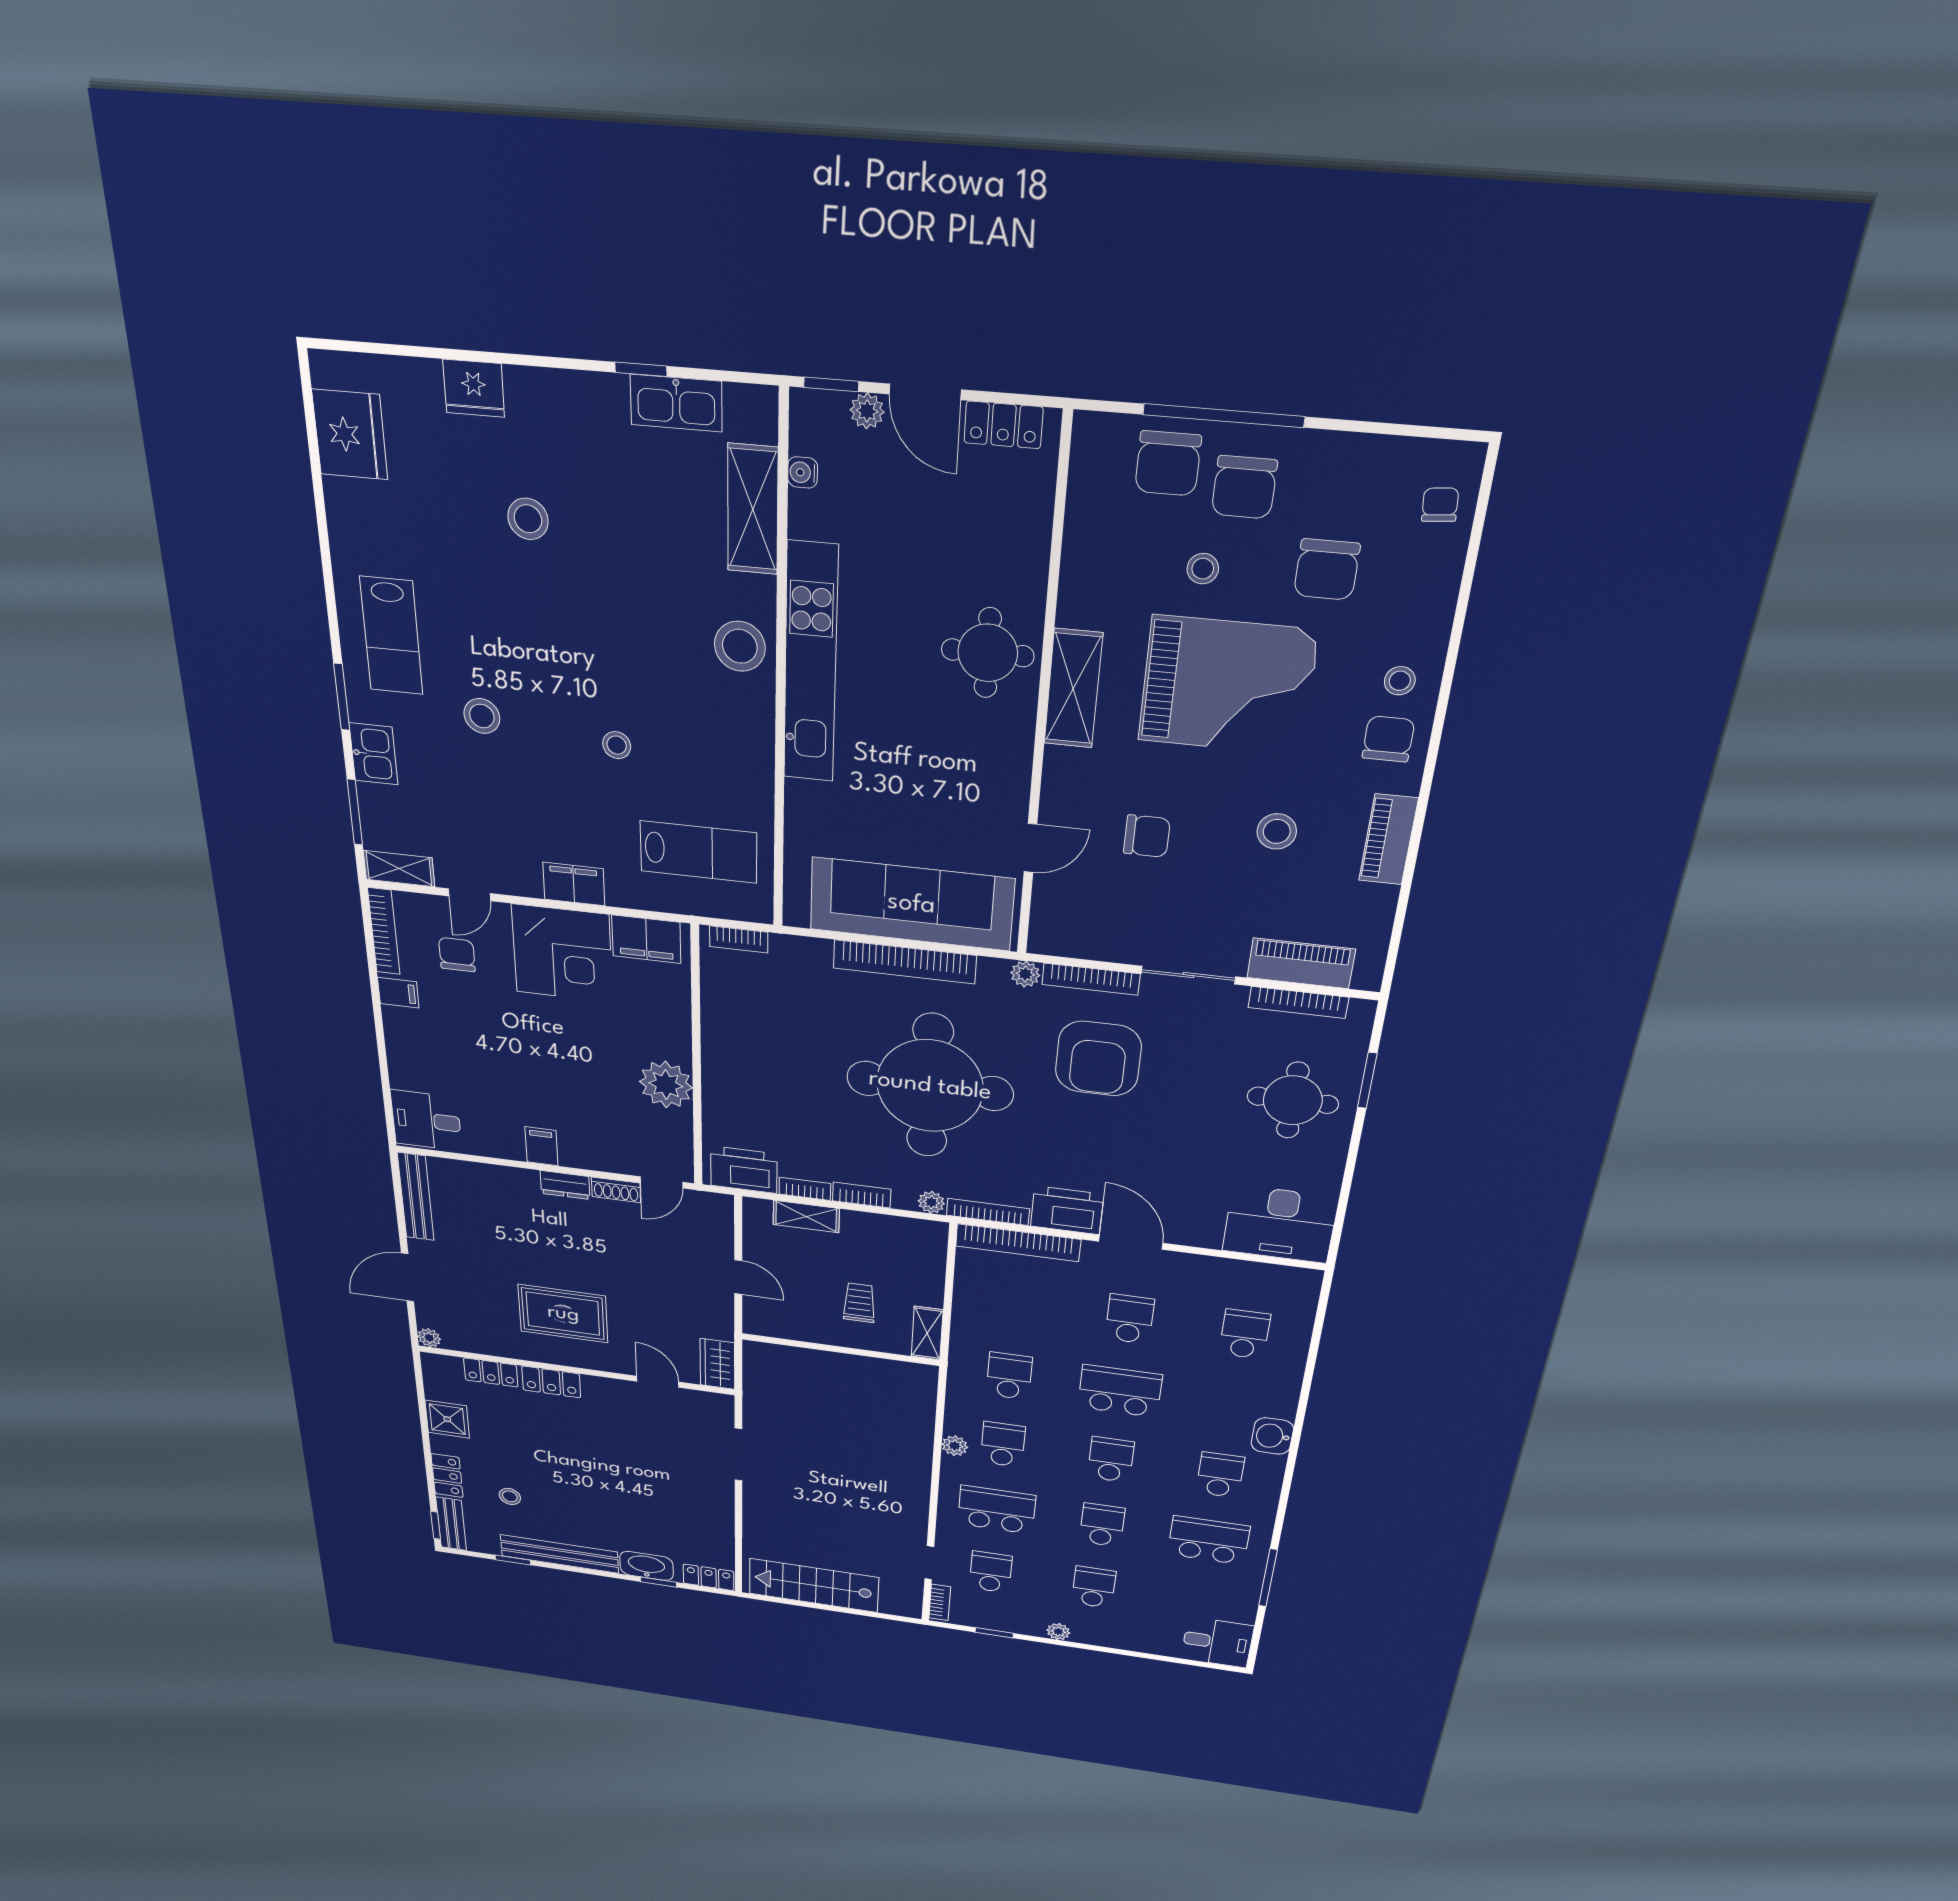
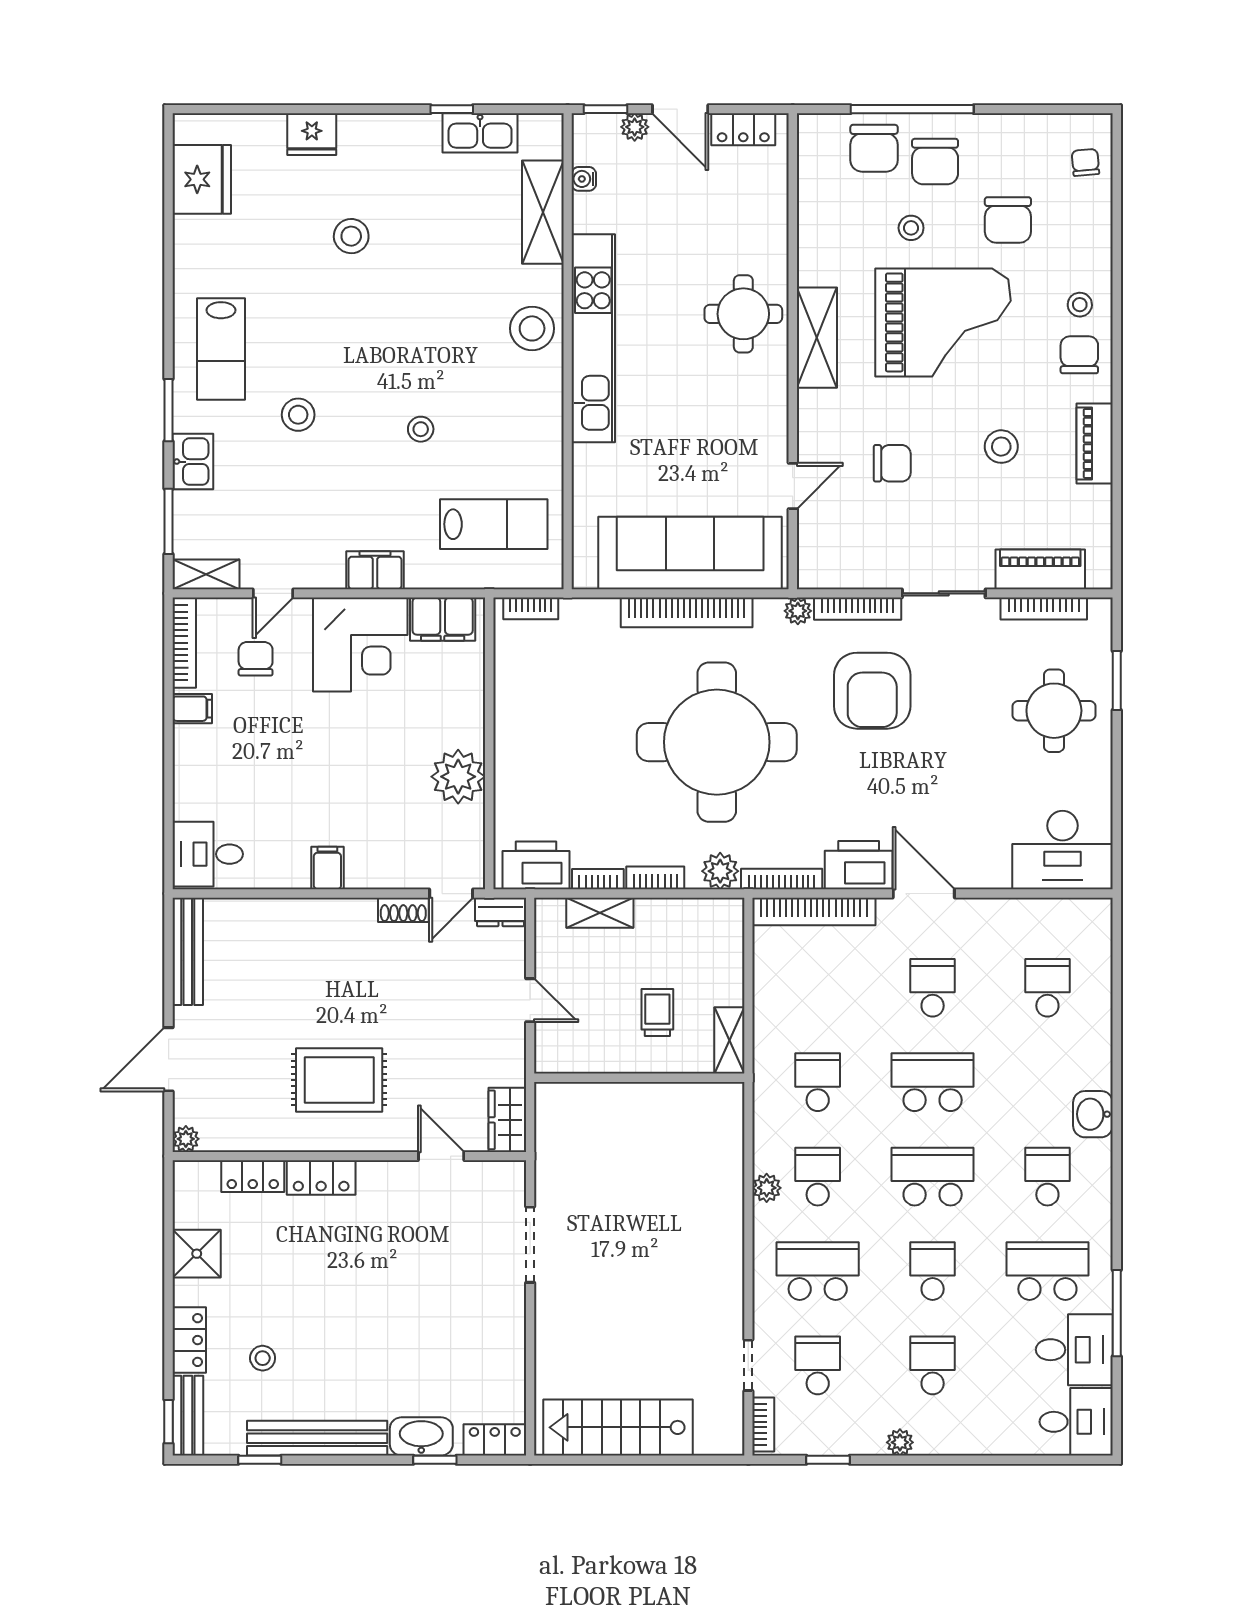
dresser: (565, 1185) -> (501, 912), moved
plant: (931, 1202) -> (720, 871), width x1.38, depth x1.38
school desk: (1111, 1460) -> (933, 1177), width x1.85
desk: (1224, 1596) -> (1074, 1350), added

